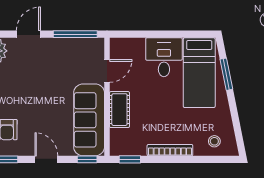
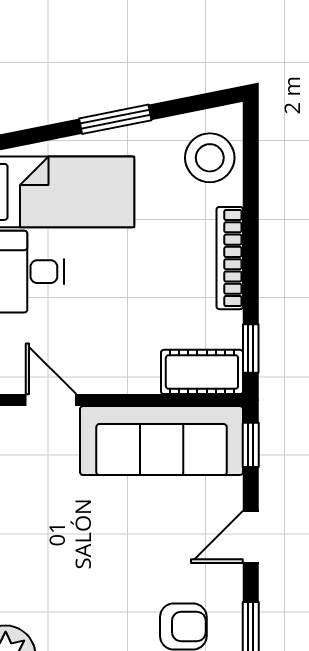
window: (226, 74) -> (115, 119), moved
cot: (119, 110) -> (202, 372), moved
stool: (214, 141) -> (210, 158), width x1.89, depth x1.89

